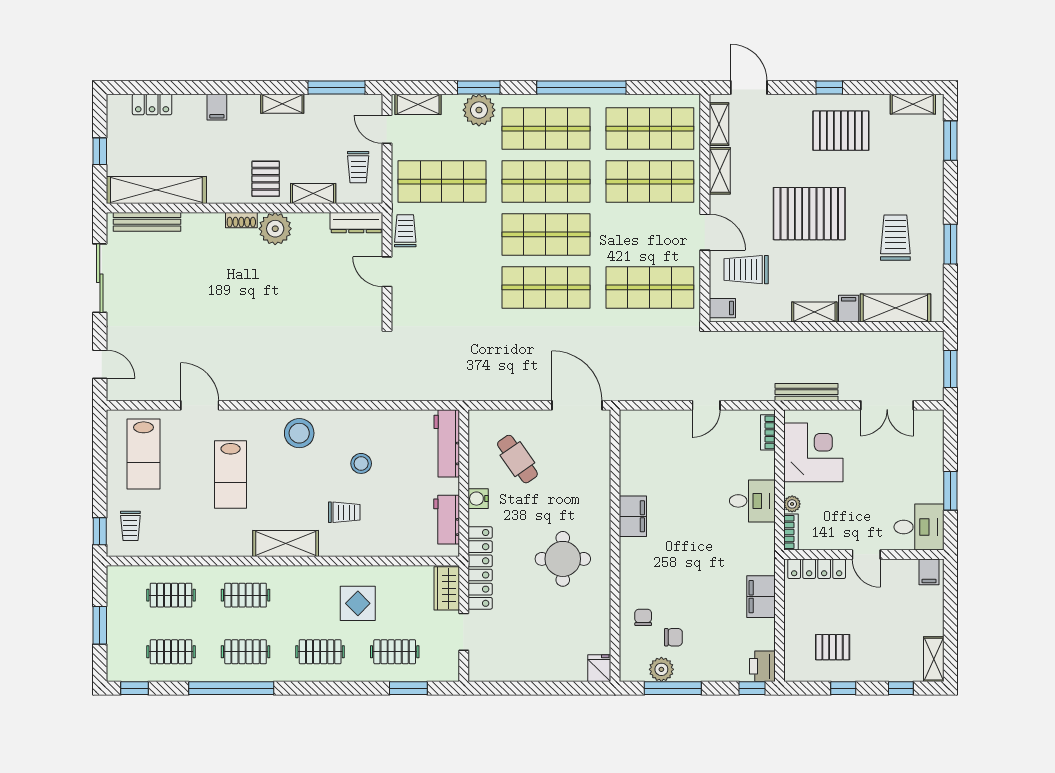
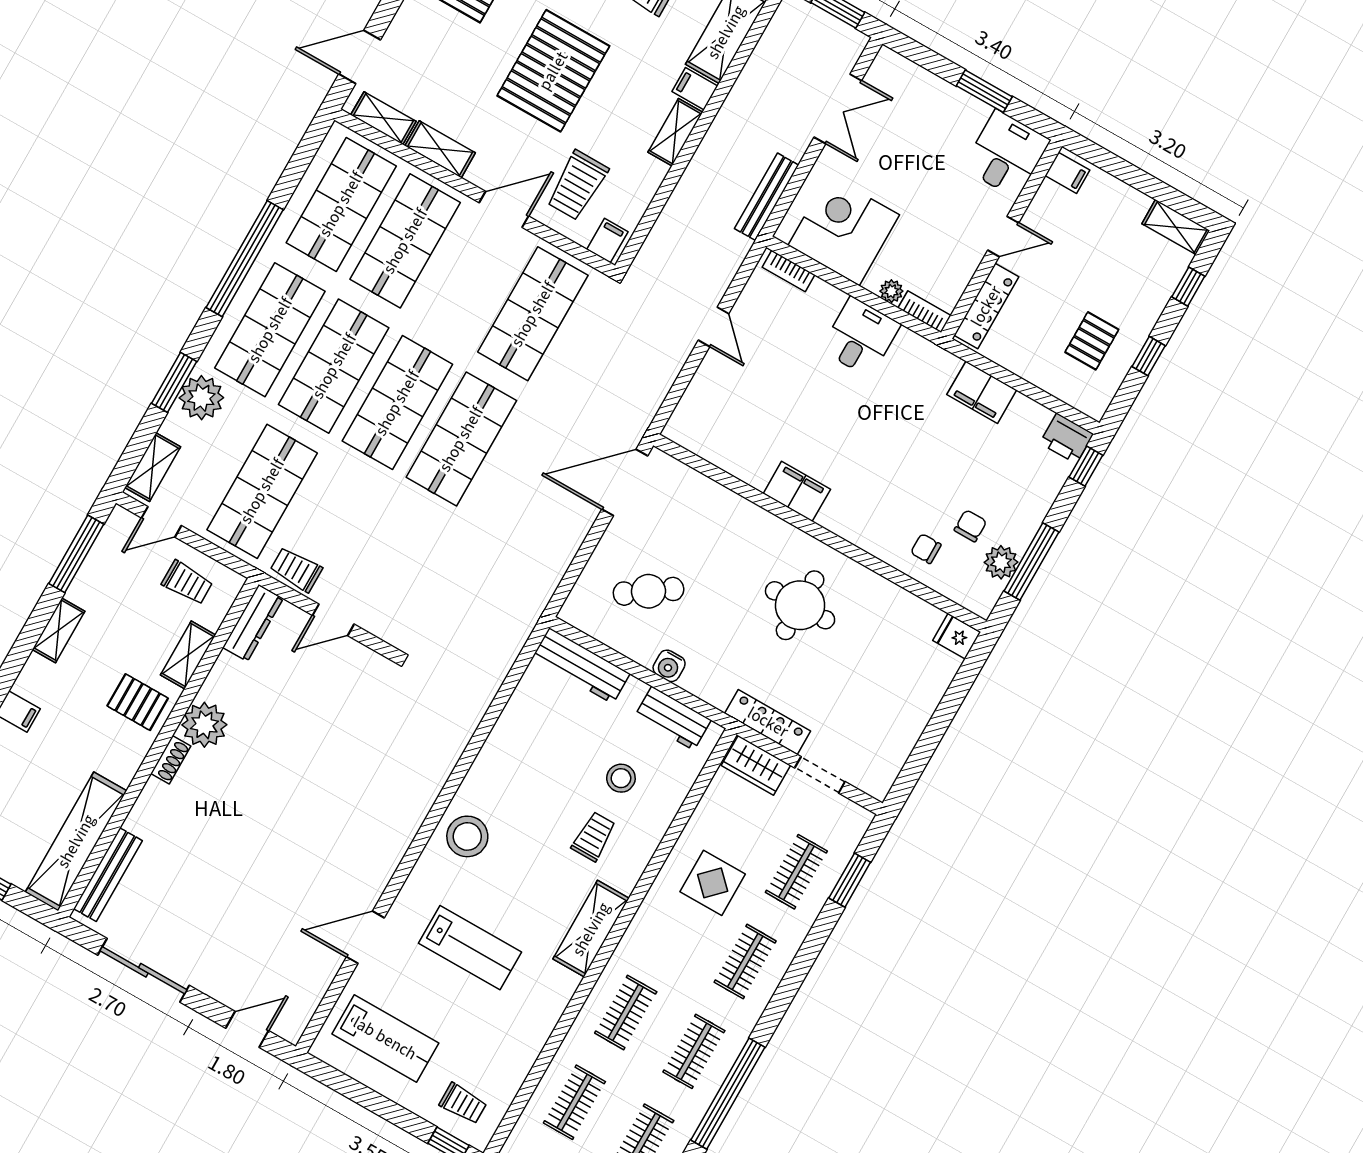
stool: (361, 463) -> (621, 778), moved
locker: (480, 568) -> (768, 722), width x0.71, depth x0.83

